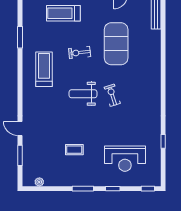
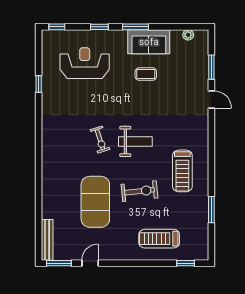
treadmill: (63, 13) -> (159, 239), turned 180
exercise bike: (80, 53) -> (139, 191), width x1.38, depth x1.39
sofa: (72, 176) -> (149, 42), added

